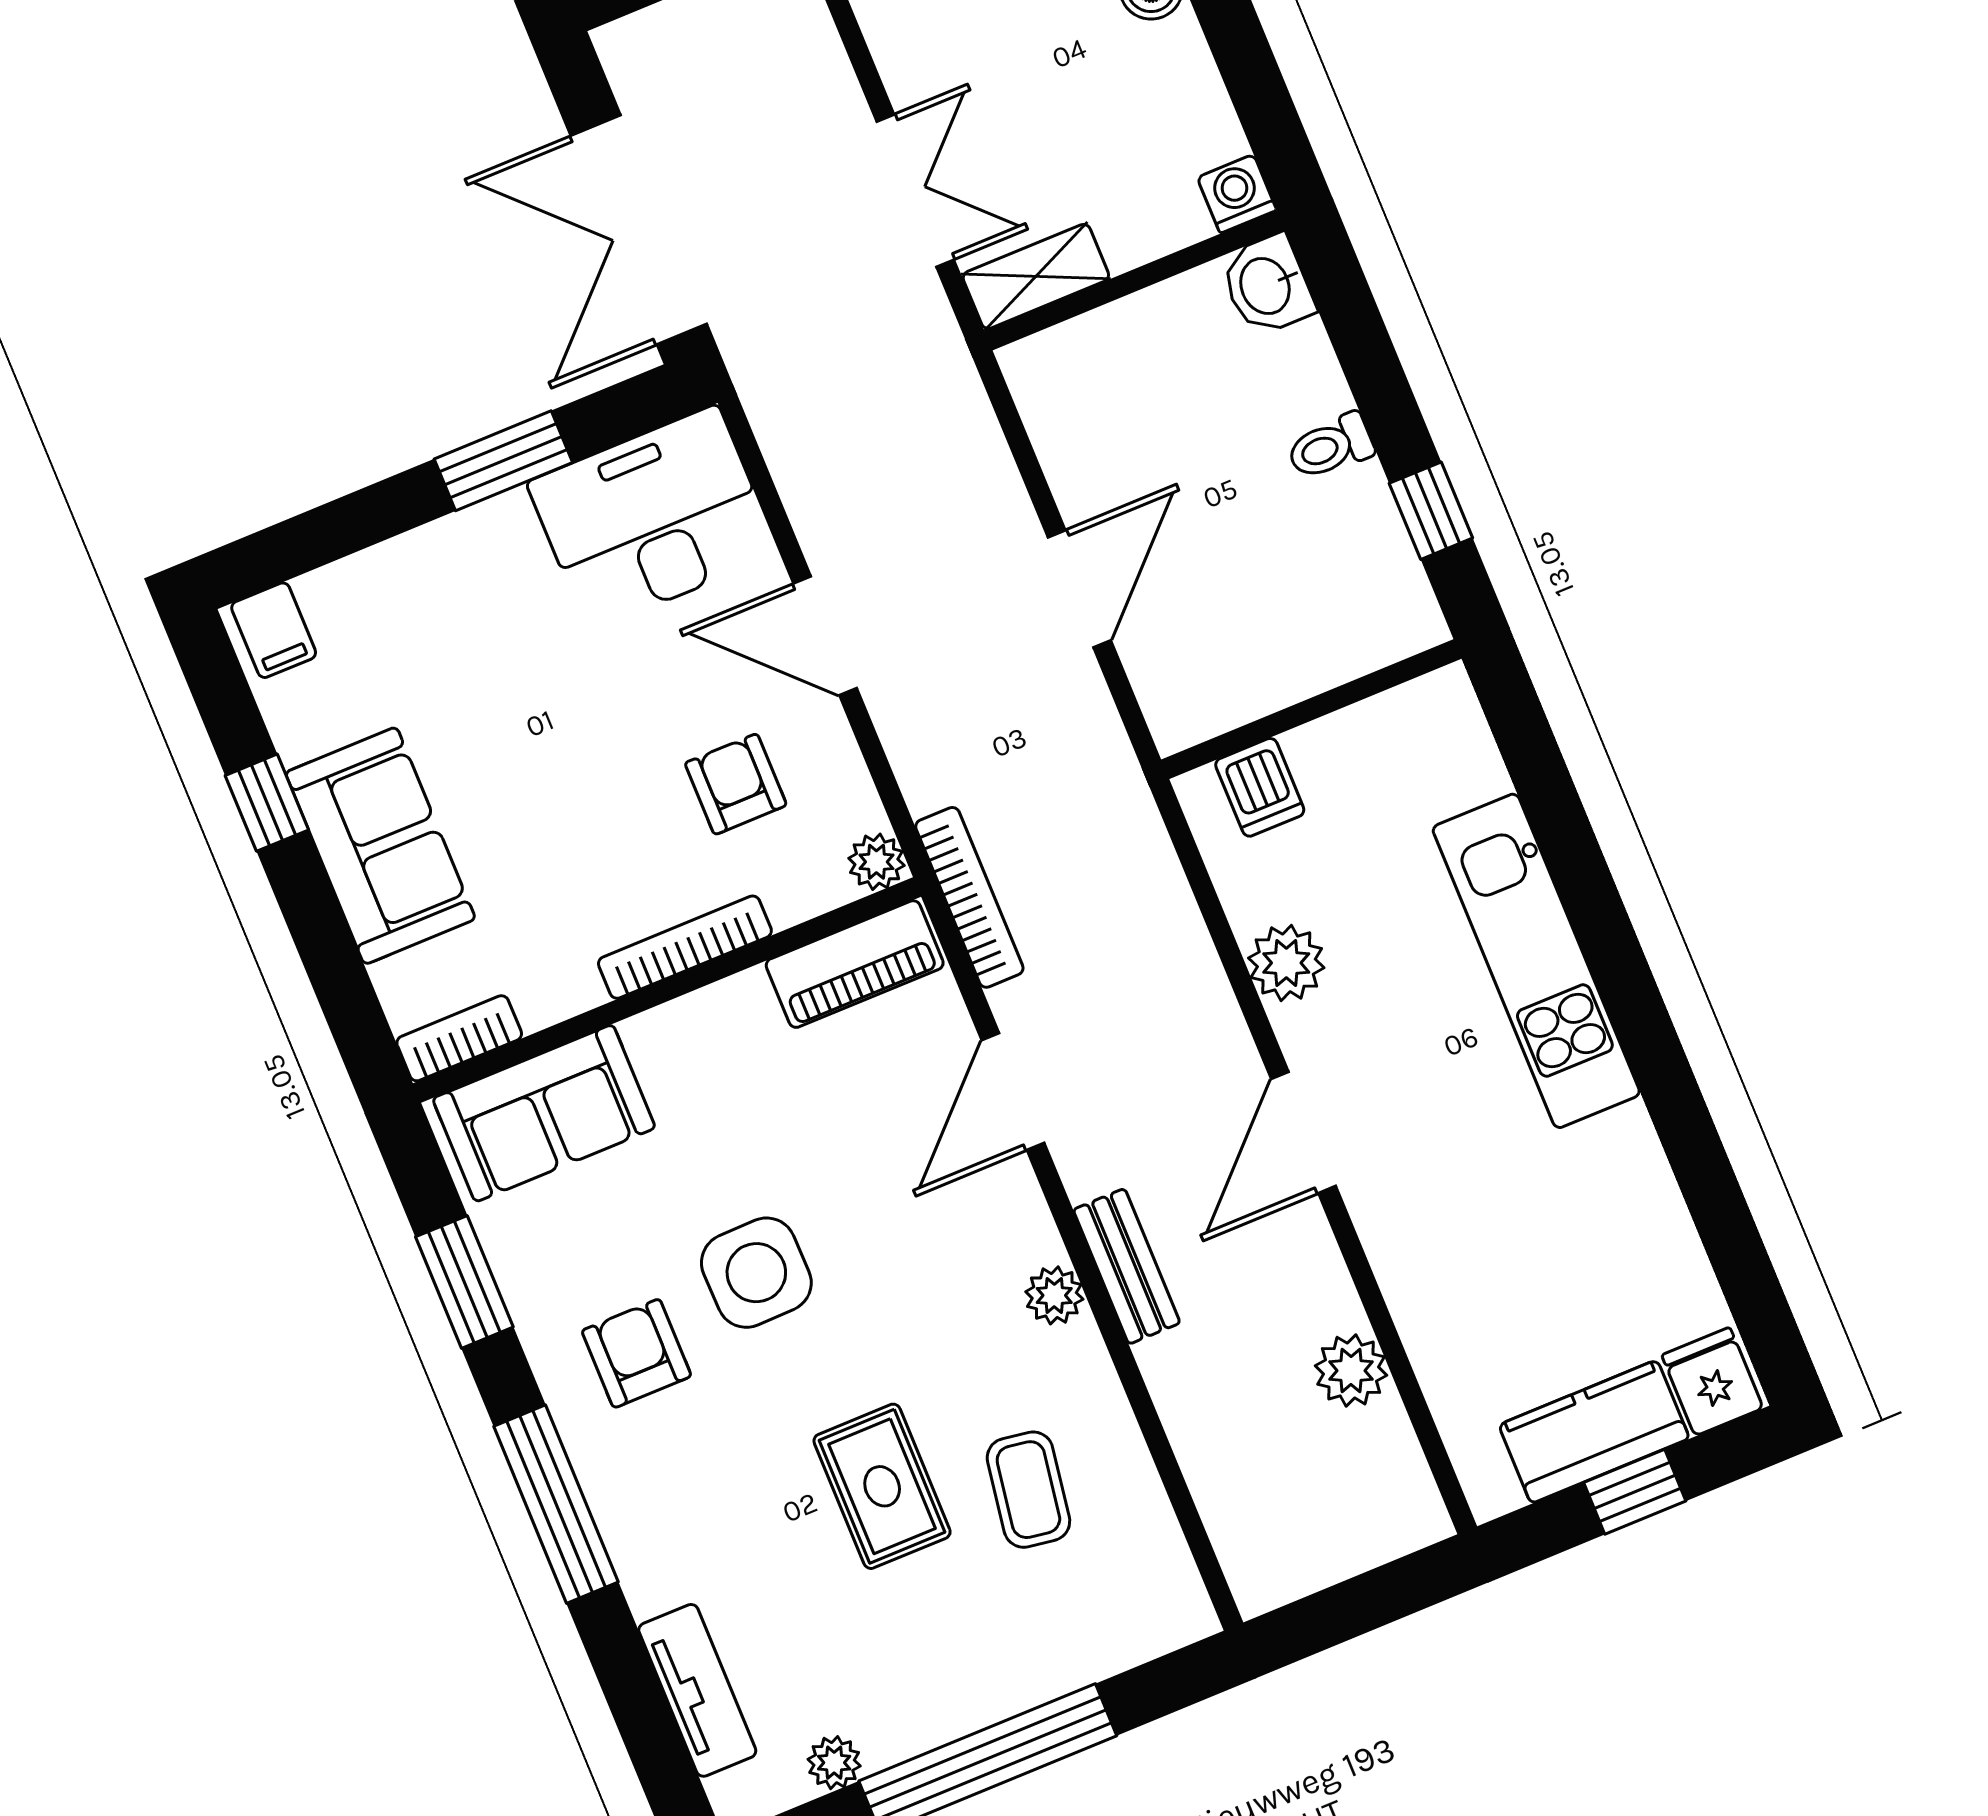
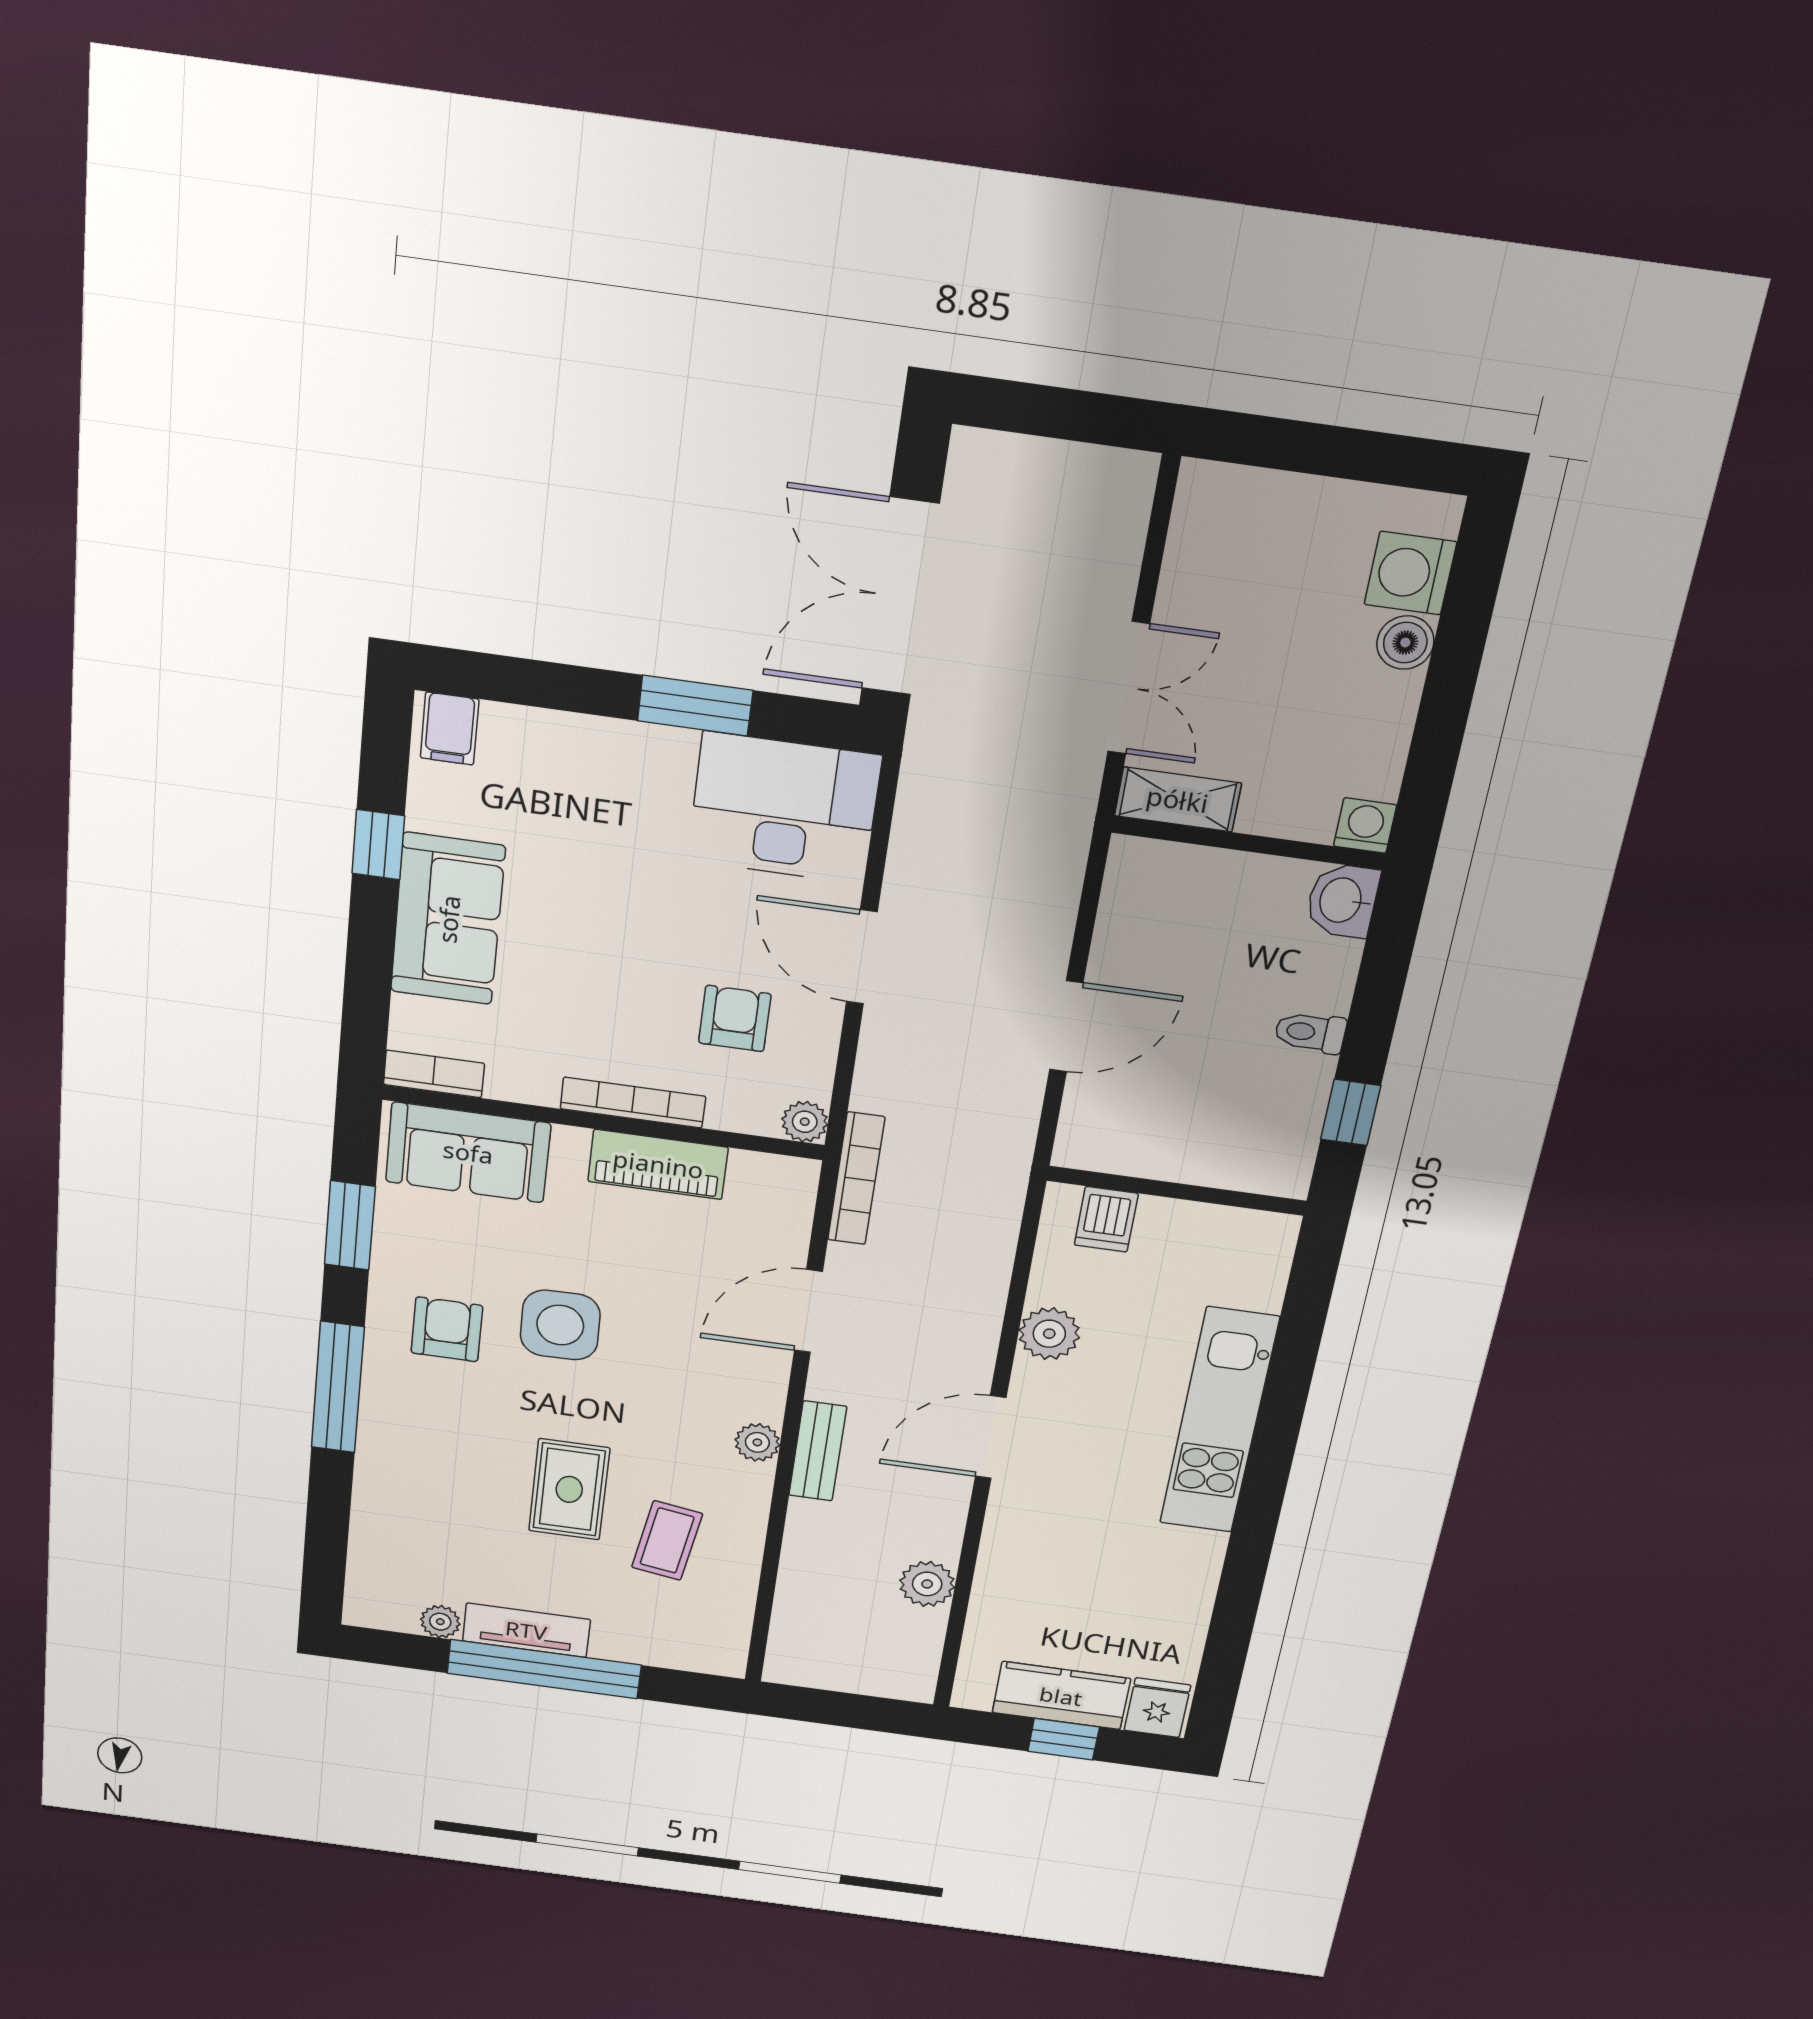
piano: (855, 964) -> (658, 1164), moved
tv unit: (697, 1690) -> (526, 1630), moved, turned -90

